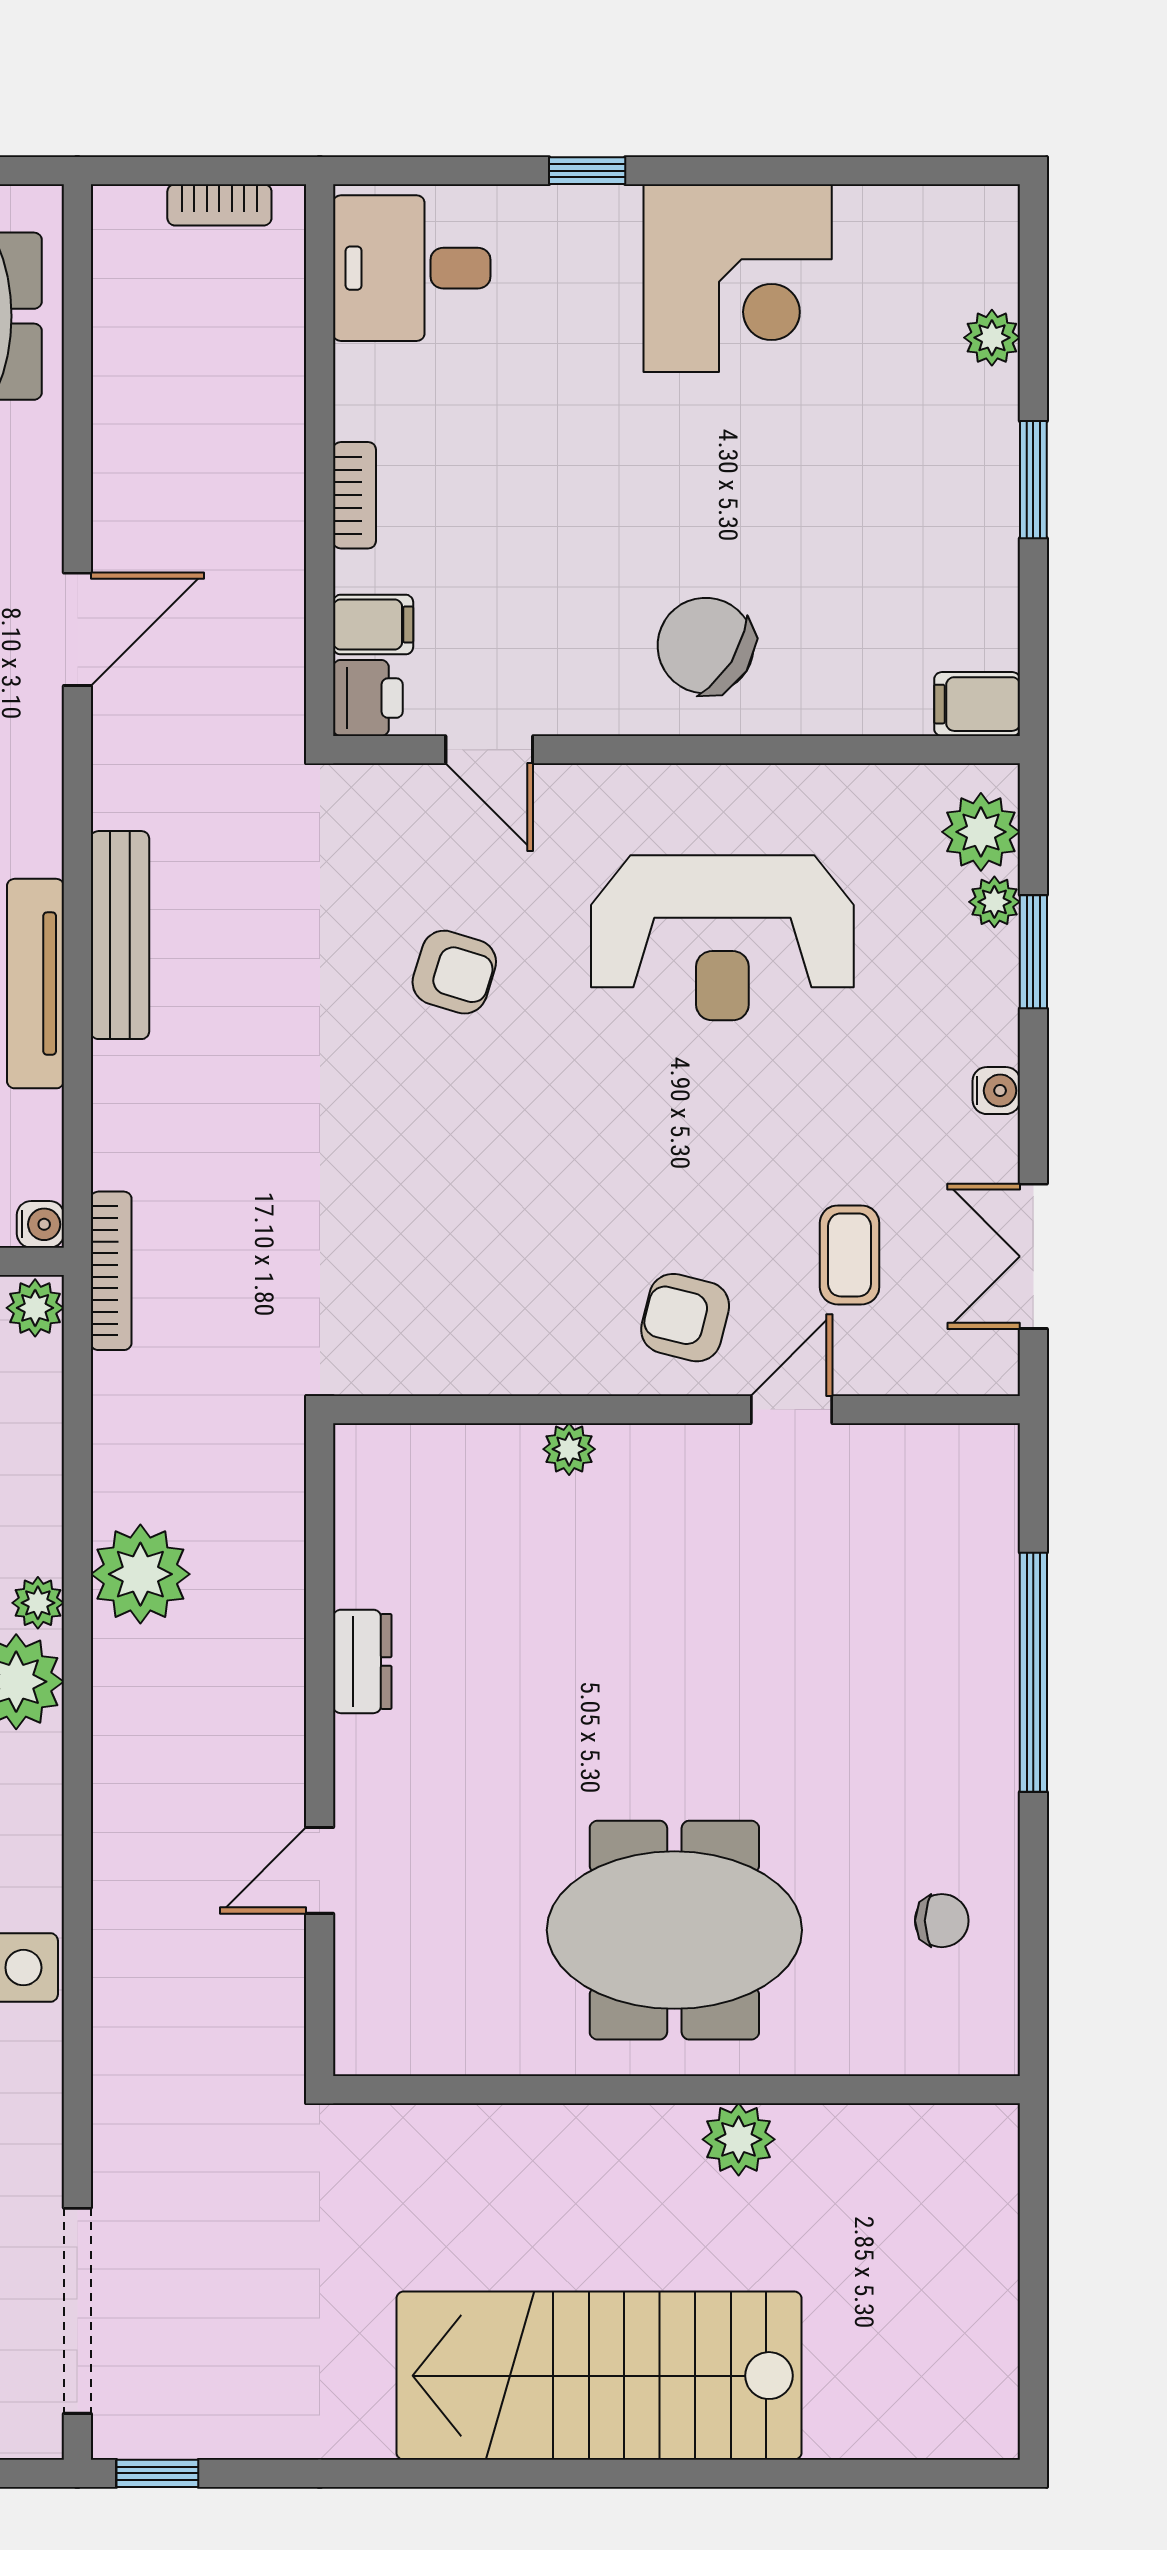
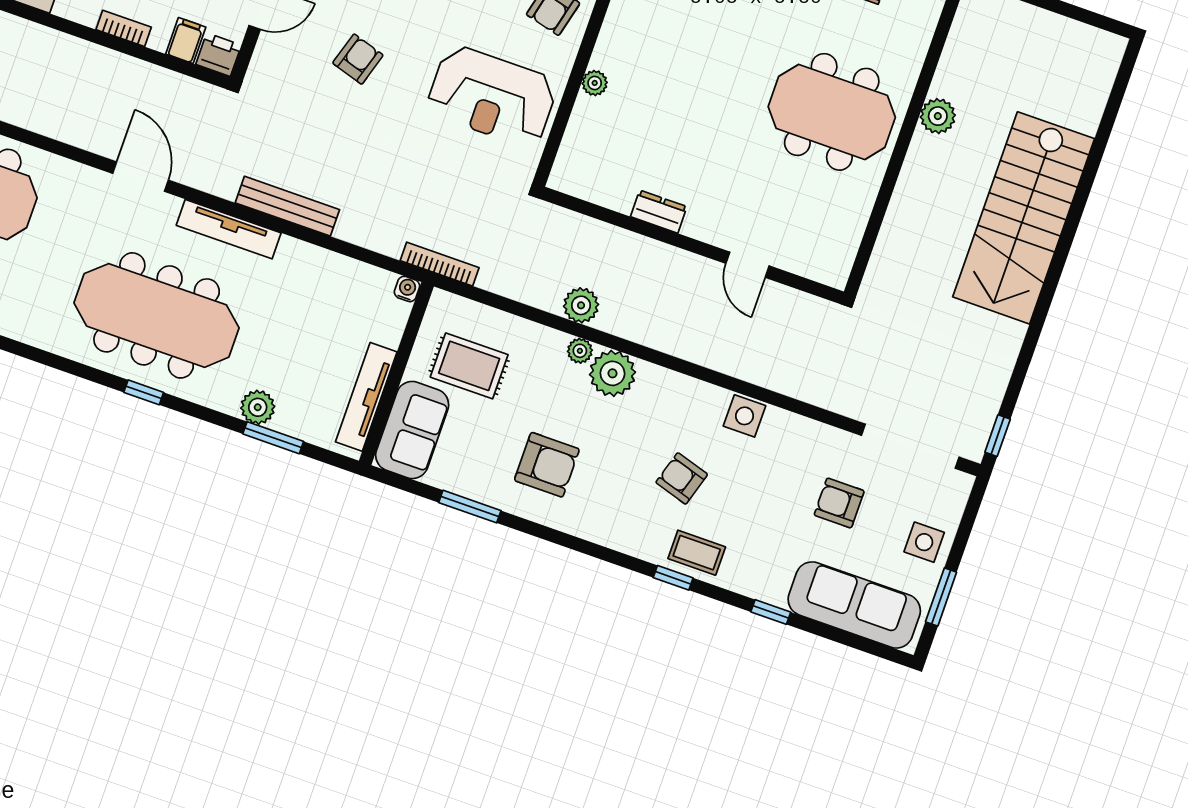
tv unit: (35, 984) -> (229, 229), moved
reception desk: (473, 1258) -> (492, 96), added
plant: (35, 1308) -> (444, 305), removed
plant: (140, 1574) -> (581, 305), width x0.73, depth x0.73
meeting table: (674, 1930) -> (832, 112), turned 90

